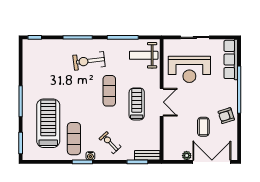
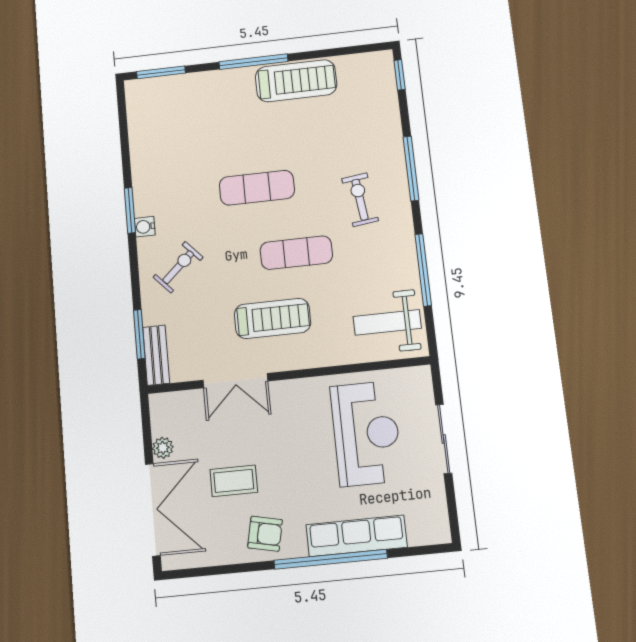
weight bench: (144, 55) -> (387, 322), turned -90
row of seats: (231, 59) -> (357, 536), moved
exercise bike: (89, 61) -> (360, 200), width x0.73, depth x0.72
reception desk: (189, 69) -> (366, 433), turned 180
double door: (162, 102) -> (235, 381), moved
armchair: (226, 116) -> (265, 534), turned 120
treadmill: (48, 123) -> (296, 81), moved, width x0.73, depth x0.73
exercise mat: (74, 139) -> (257, 188), moved

